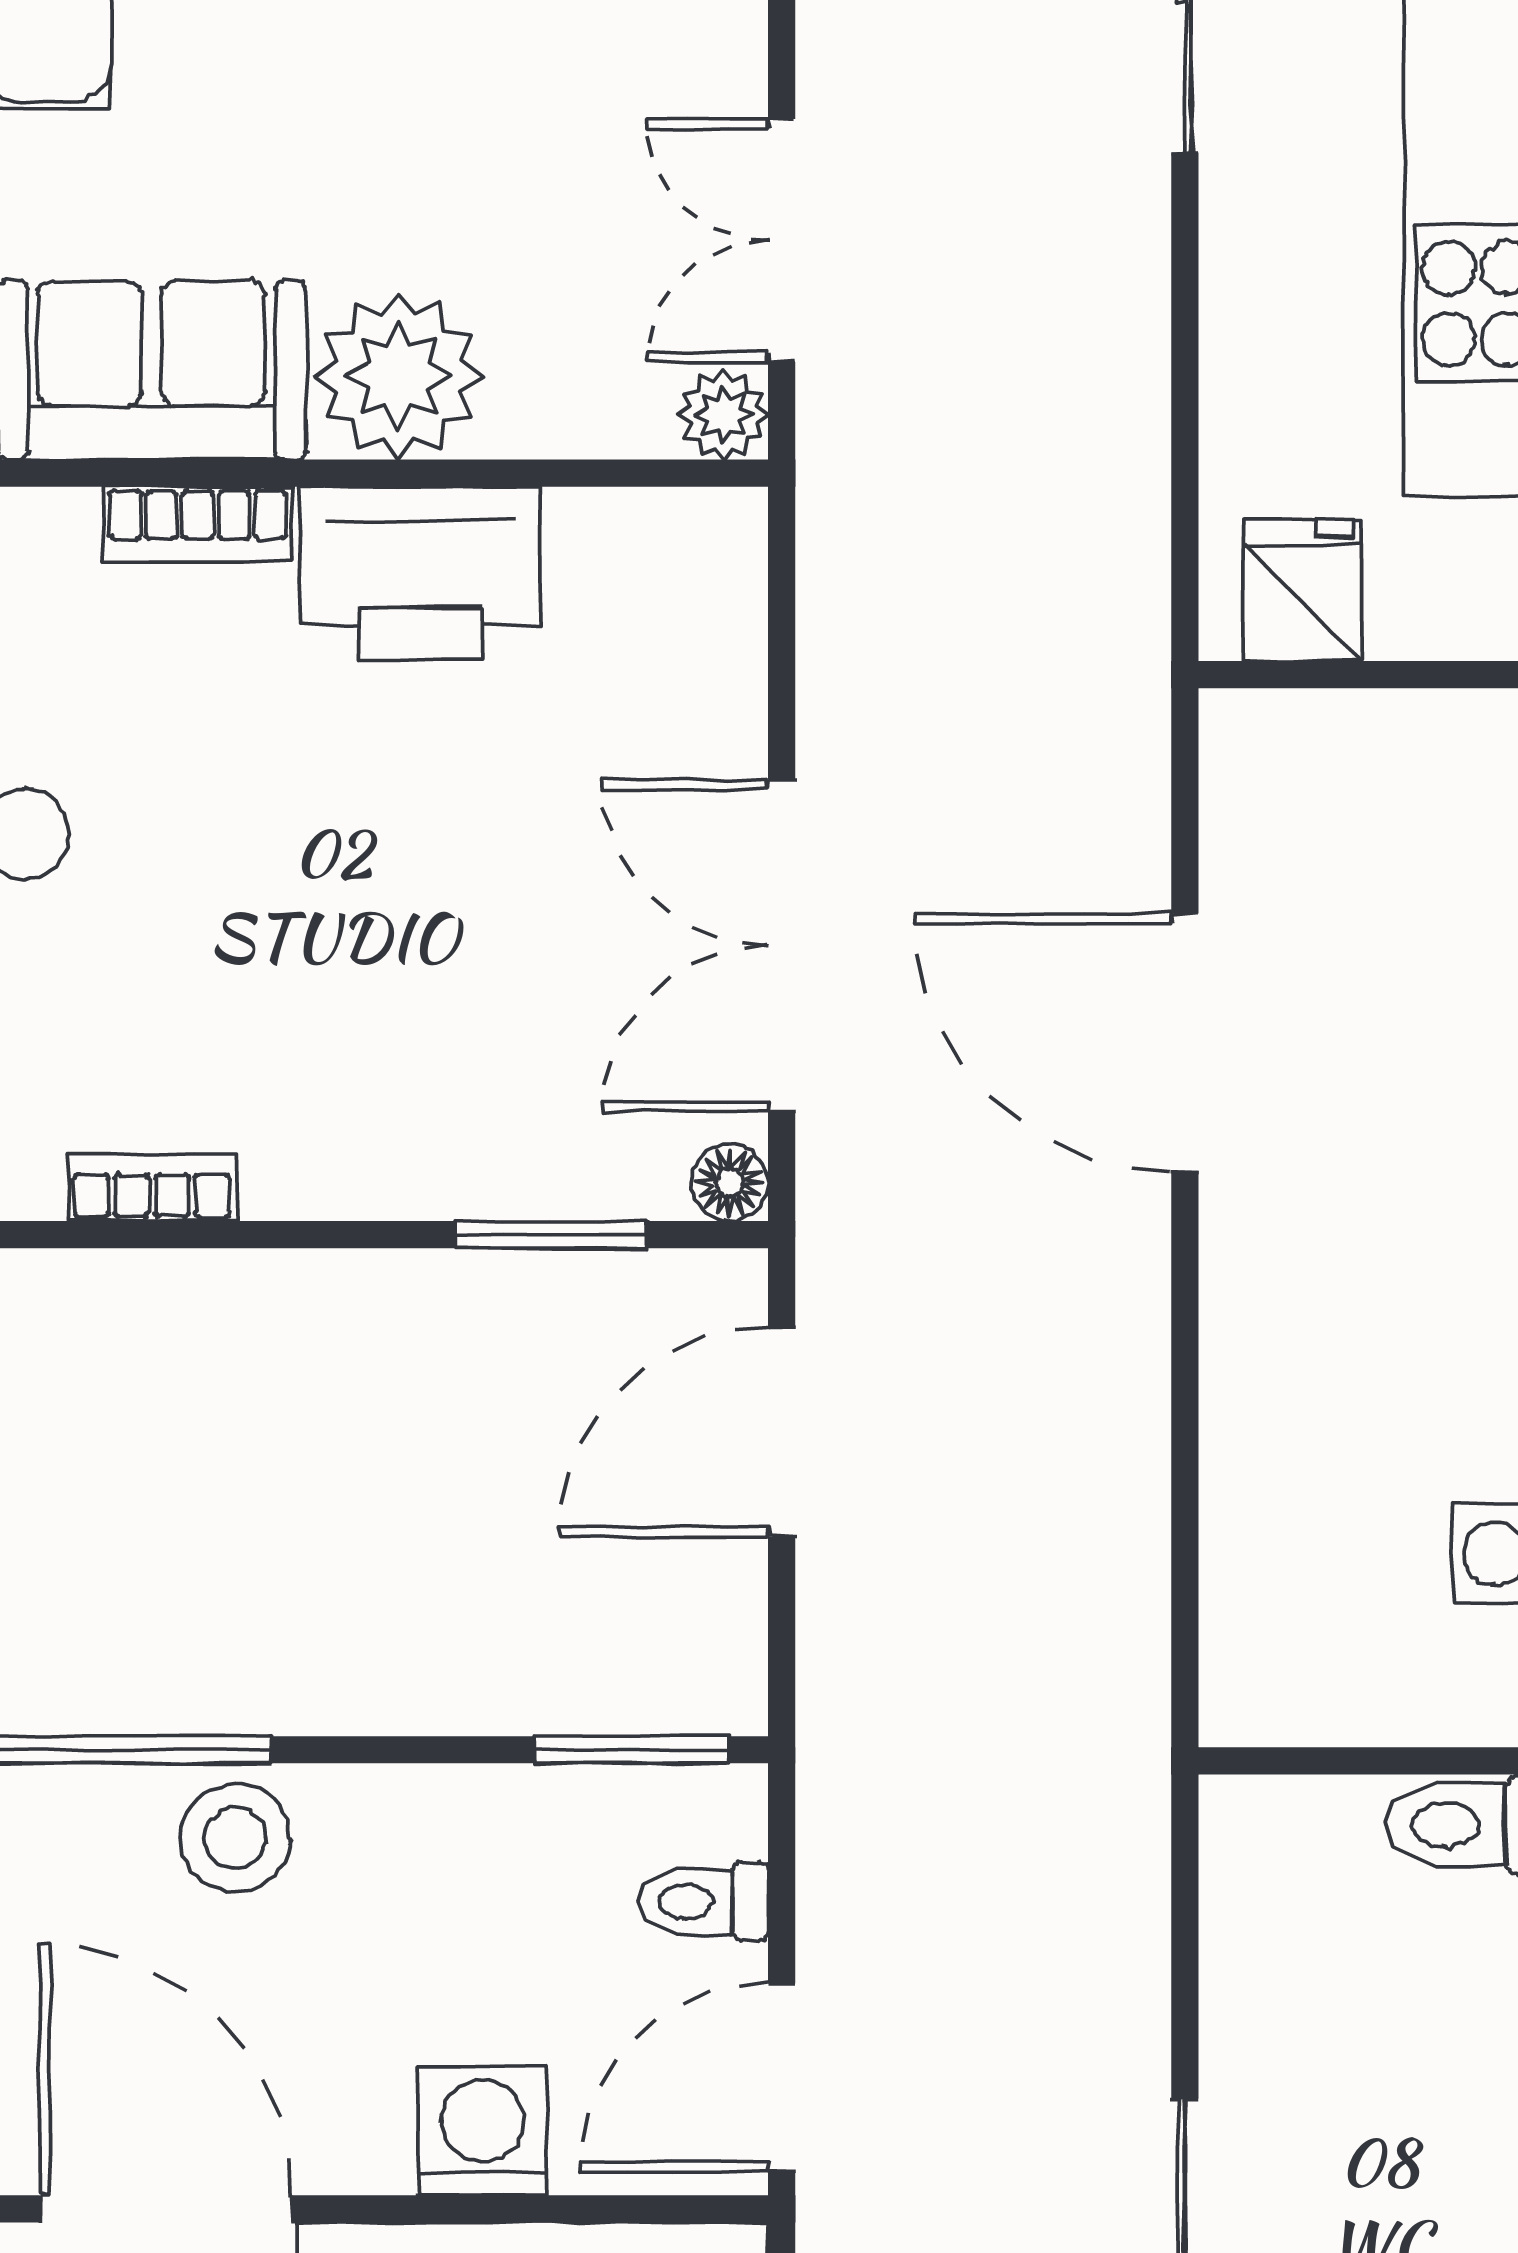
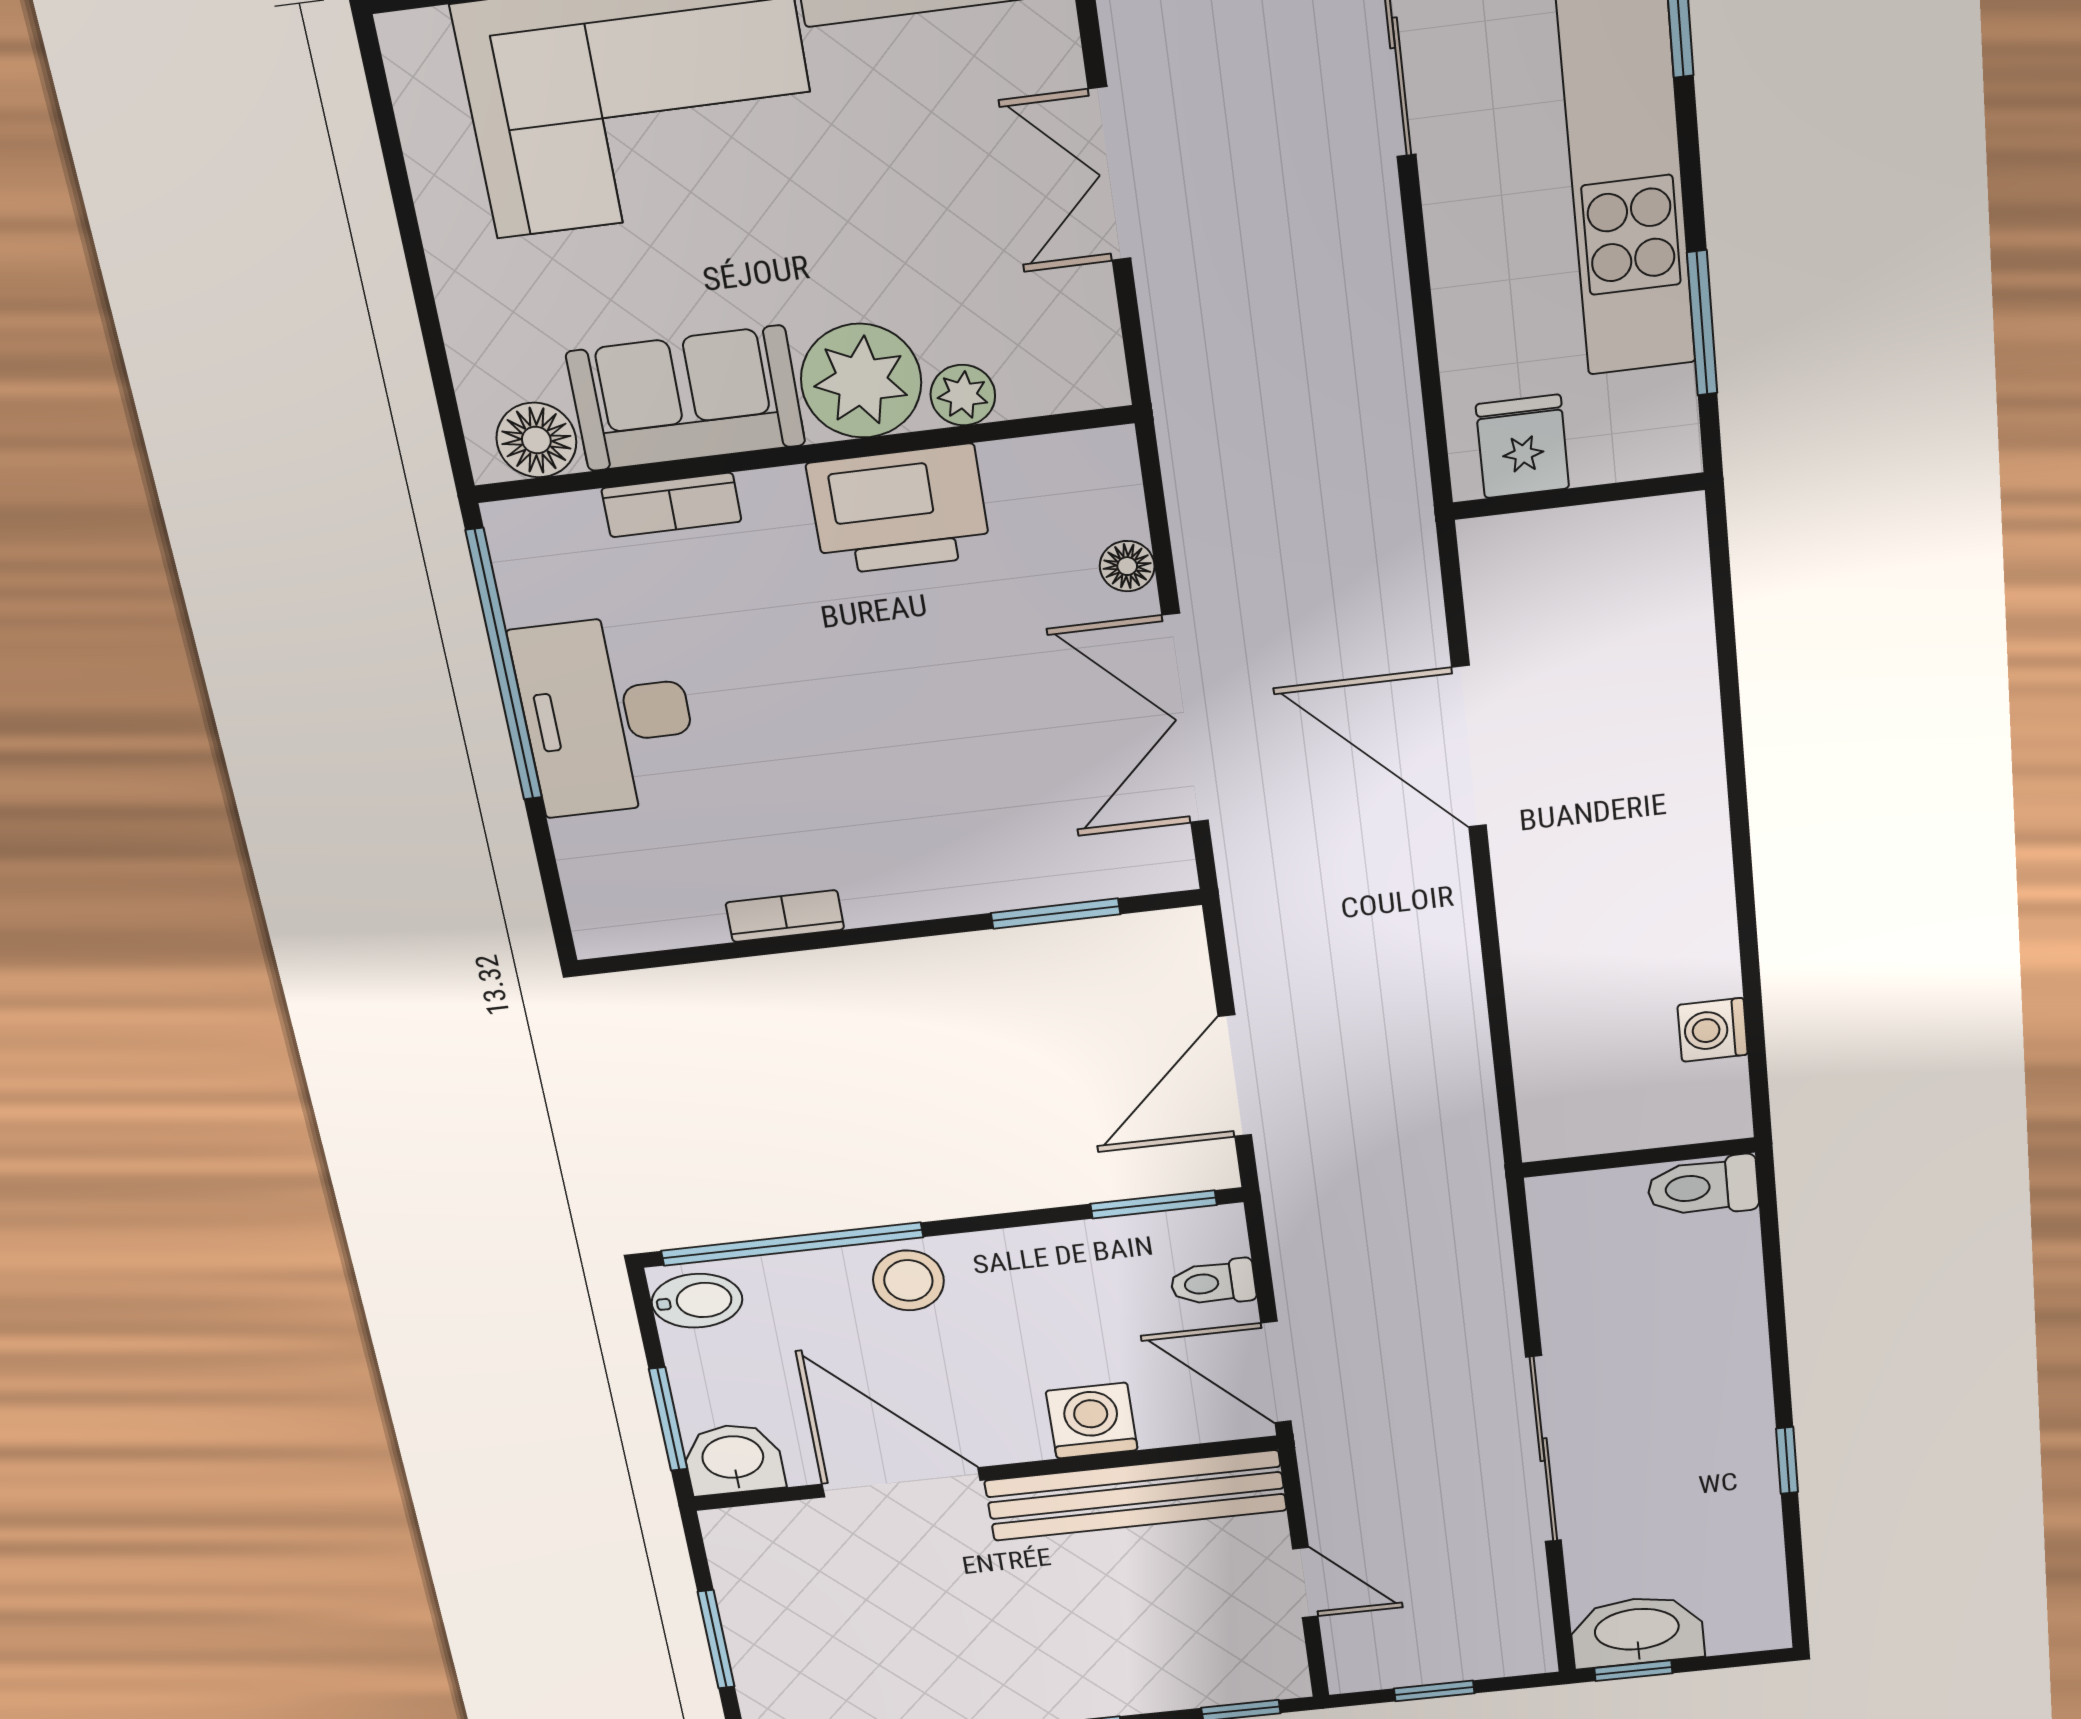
double door: (782, 240) -> (1110, 174), moved
plant: (723, 415) -> (963, 395), moved
bookcase: (198, 524) -> (671, 505), moved
floor lamp: (730, 1182) -> (1127, 566), moved
door: (782, 1432) -> (1235, 1076), moved
door: (782, 2078) -> (1276, 1372), hinge flipped

